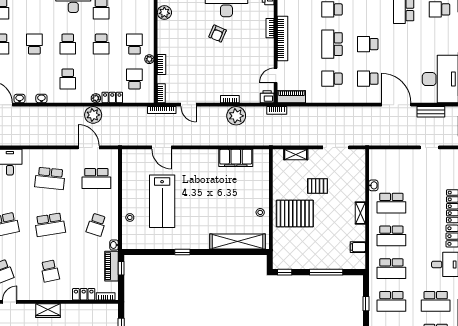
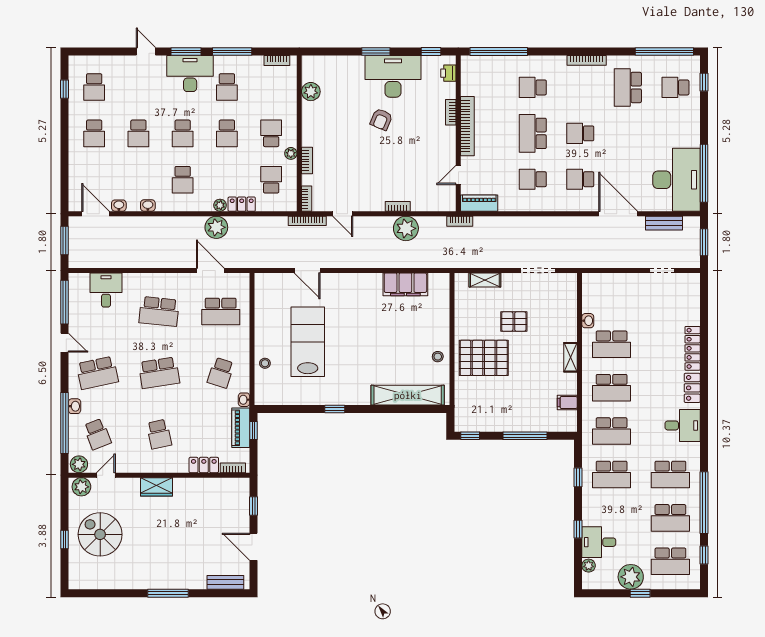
school desk: (34, 44) -> (138, 133), turned 180
printer: (267, 97) -> (447, 203), removed
lab bench: (162, 201) -> (308, 342), turned 180

